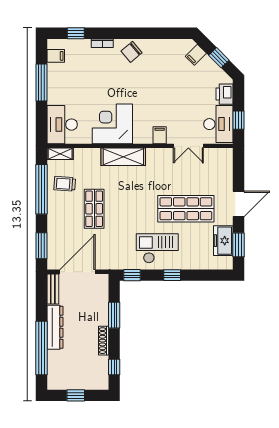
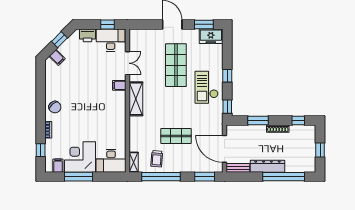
corner desk: (112, 124) -> (80, 157), moved, turned 90
shelving: (123, 157) -> (136, 99), moved
freezer: (223, 241) -> (211, 36), moved

